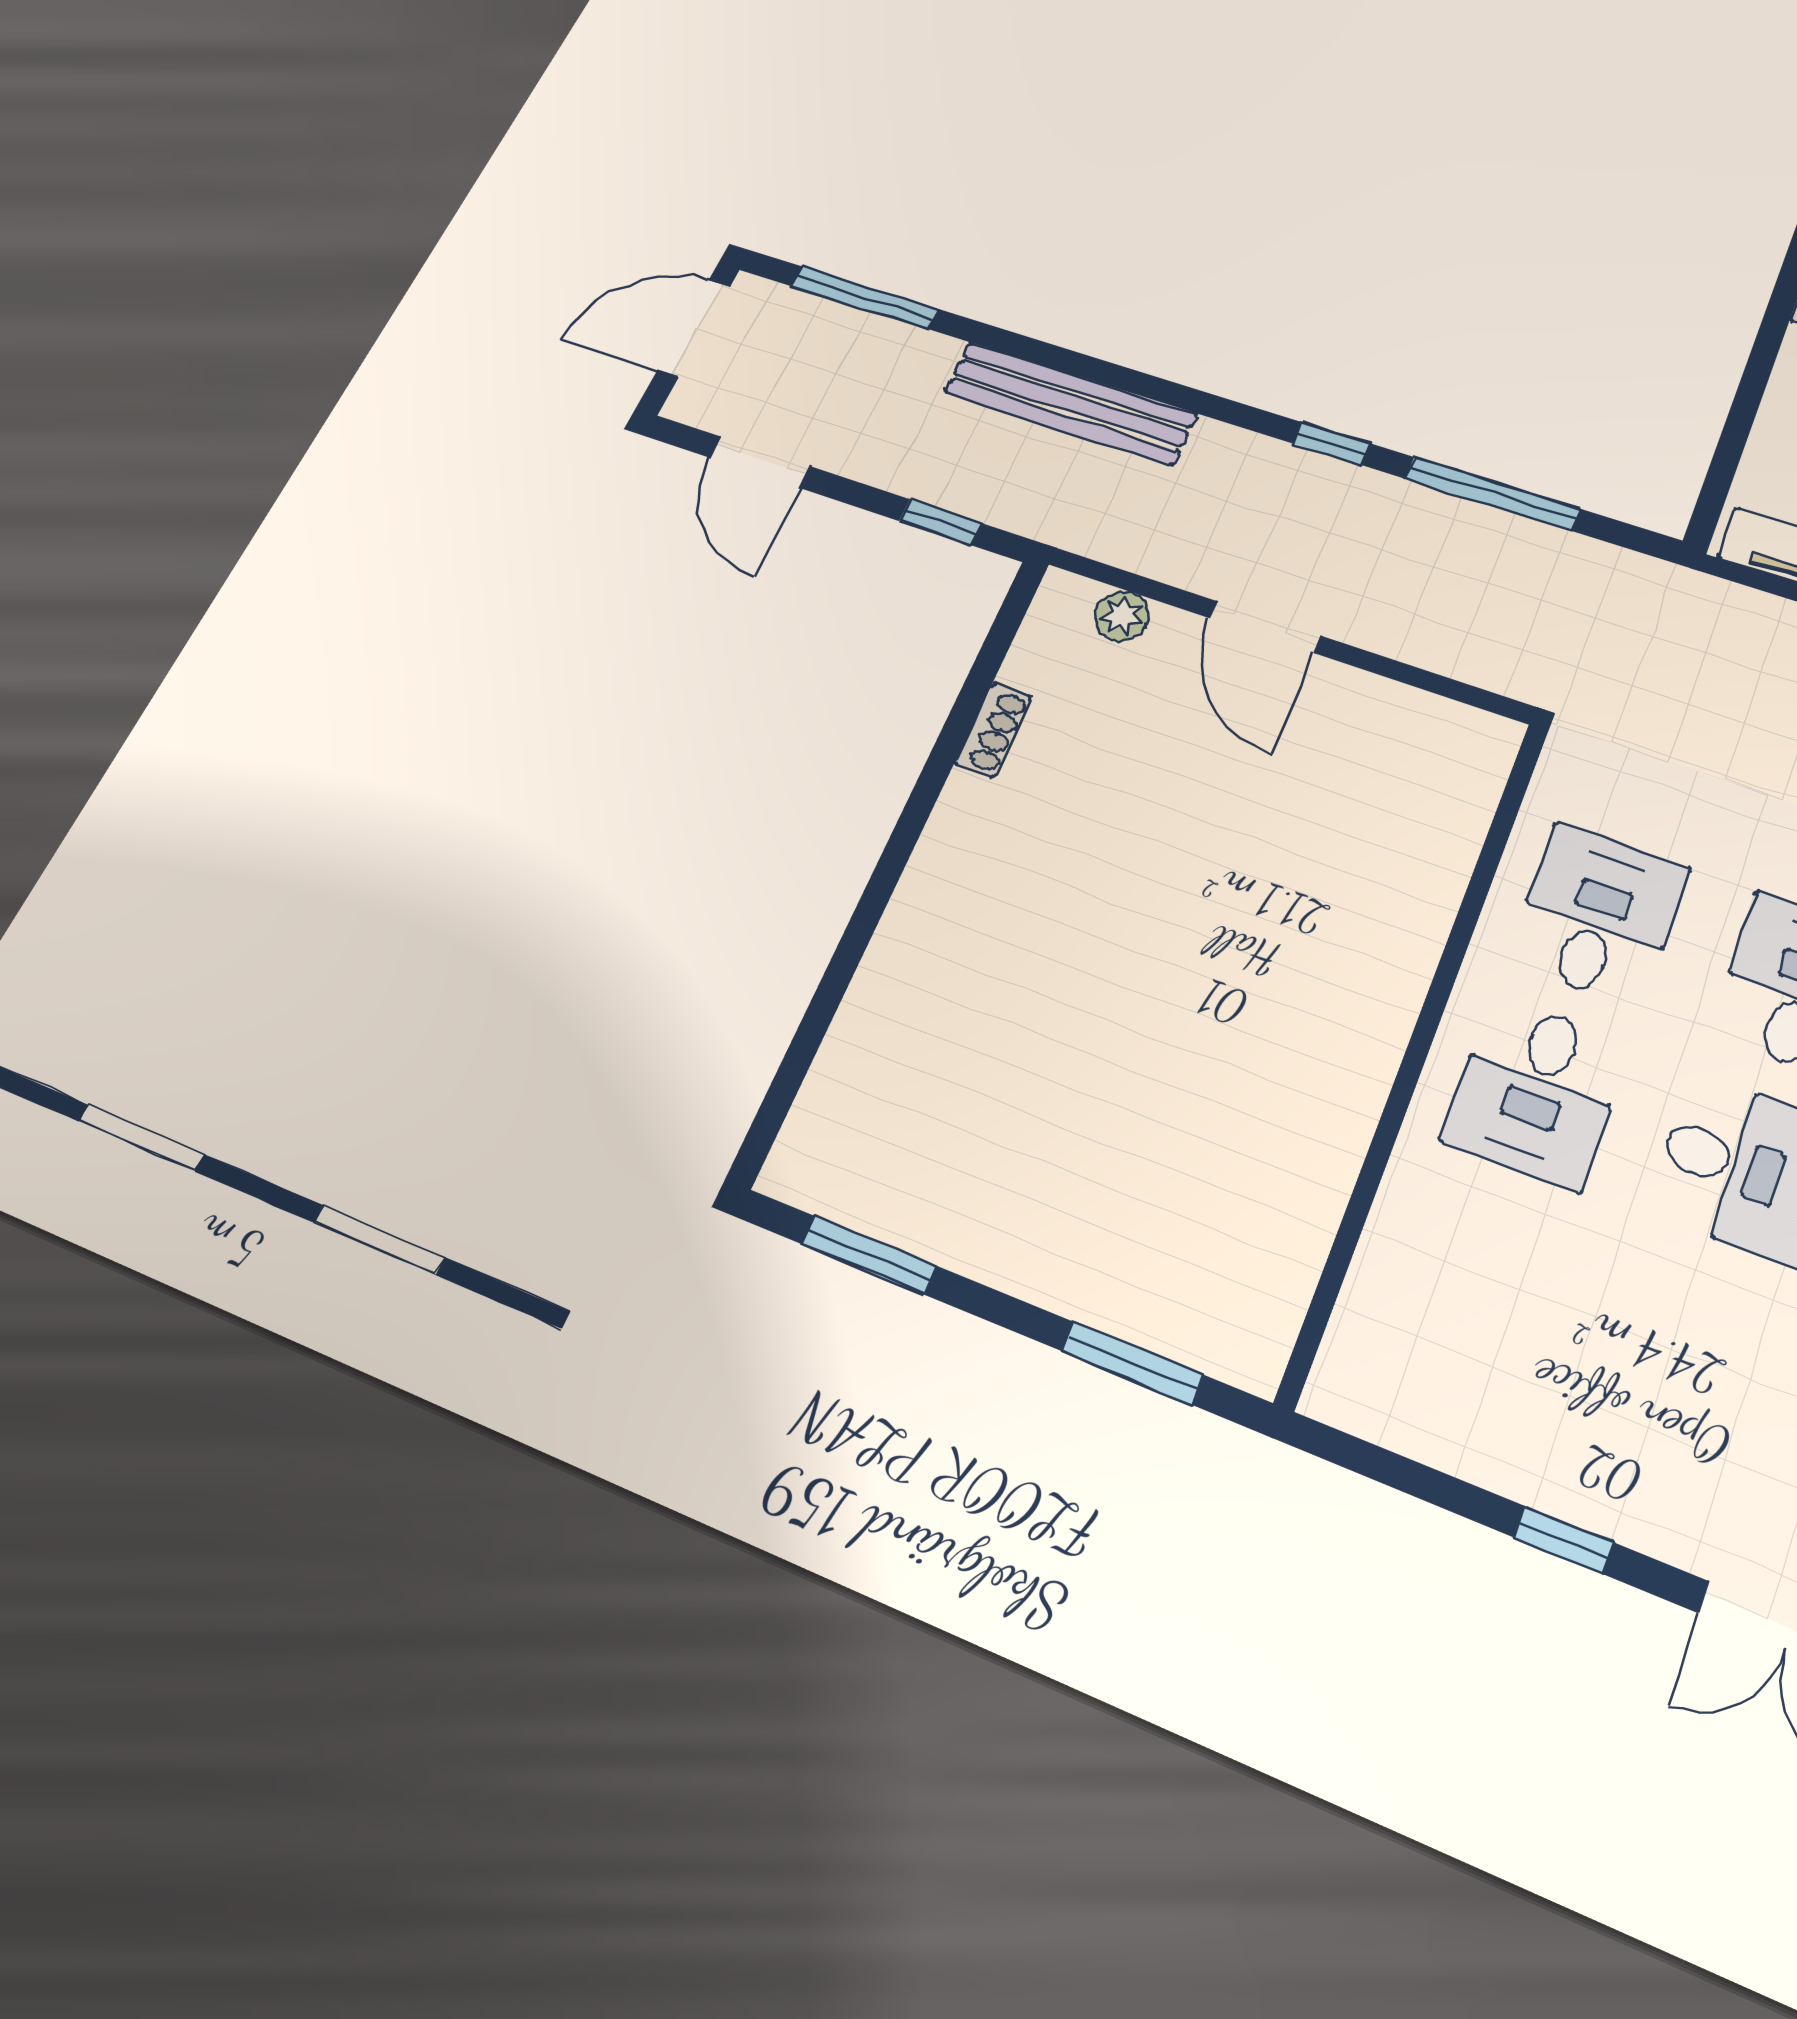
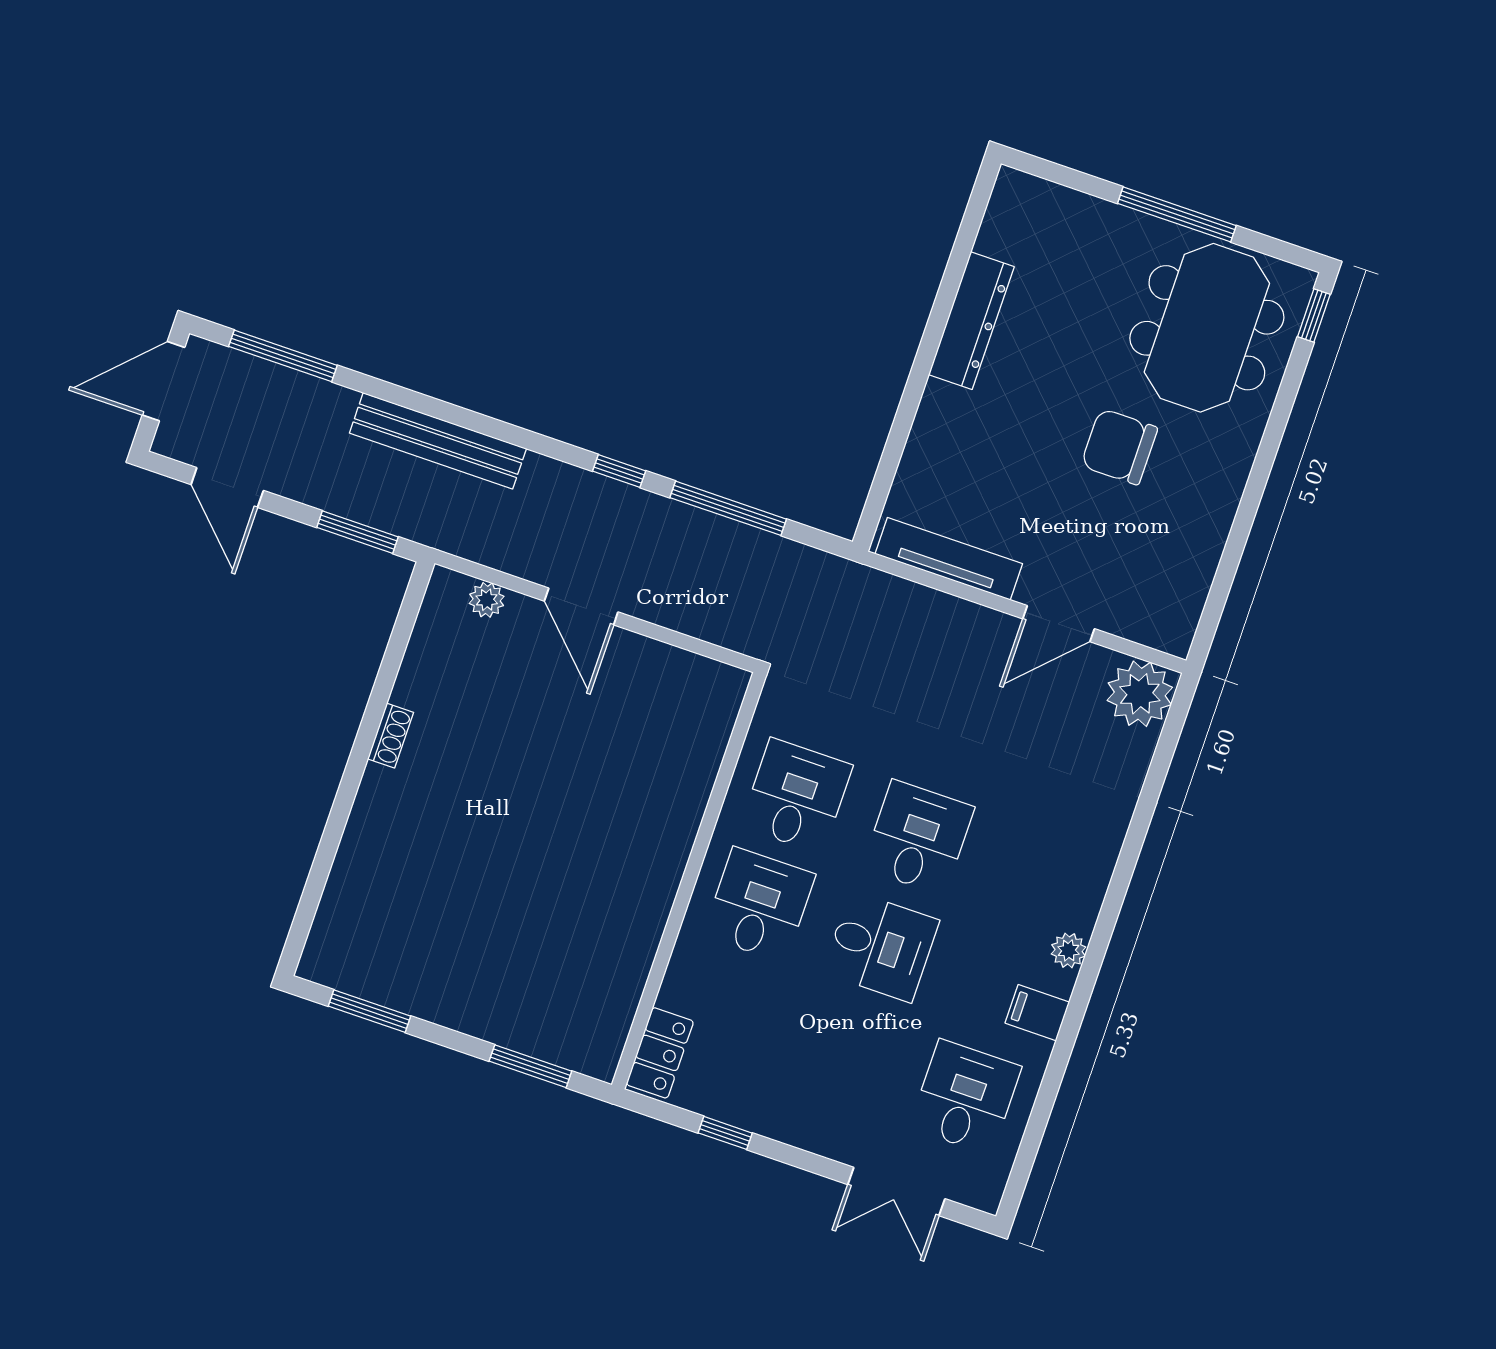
window: (940, 522) -> (358, 532), width x1.50
shoe rack: (993, 730) -> (391, 736), moved
desk: (1536, 1092) -> (759, 905), turned 180
locker: (1360, 1347) -> (660, 1053), added
window: (1564, 1540) -> (725, 1133), moved

